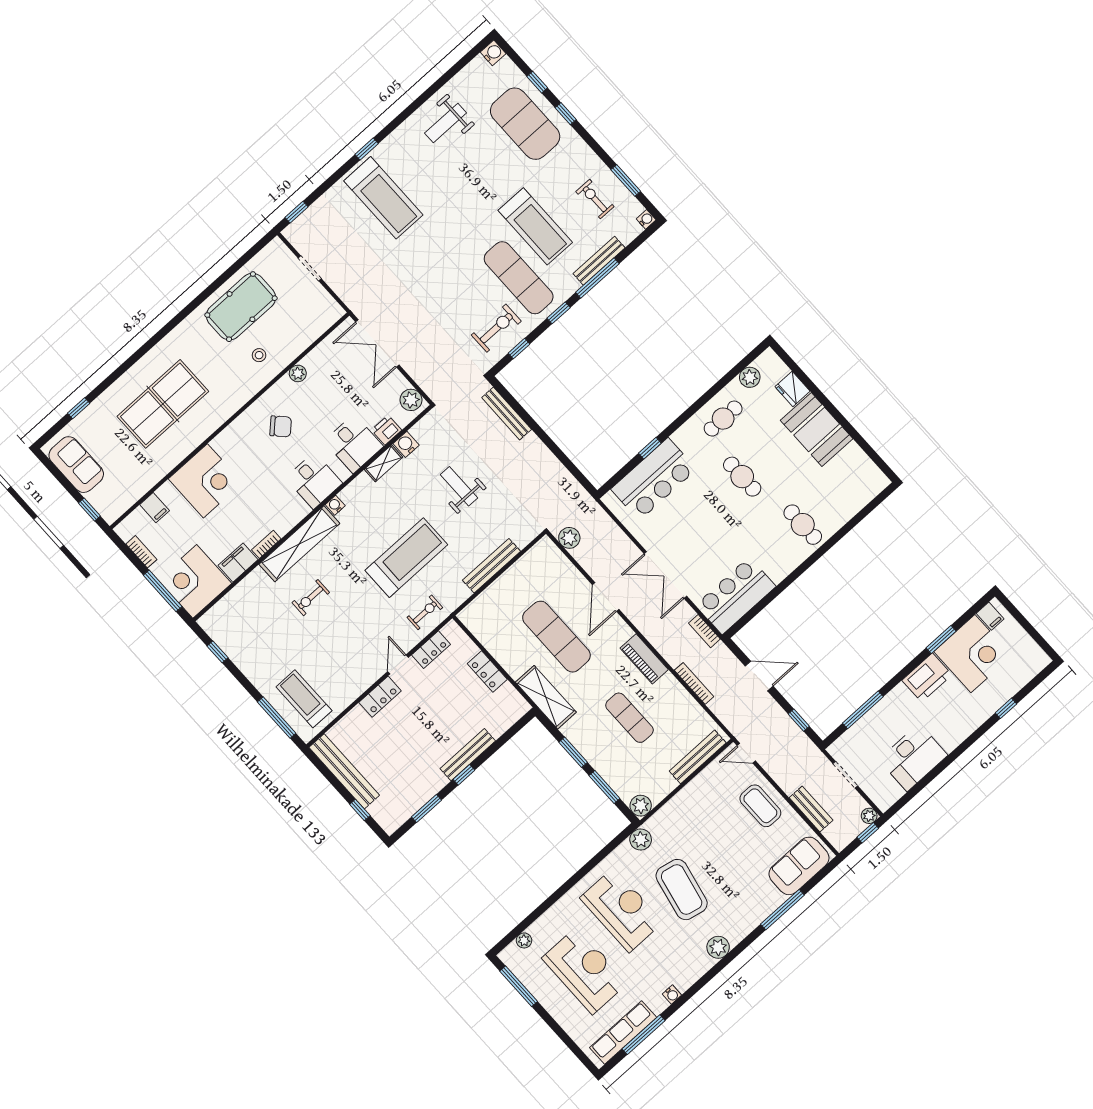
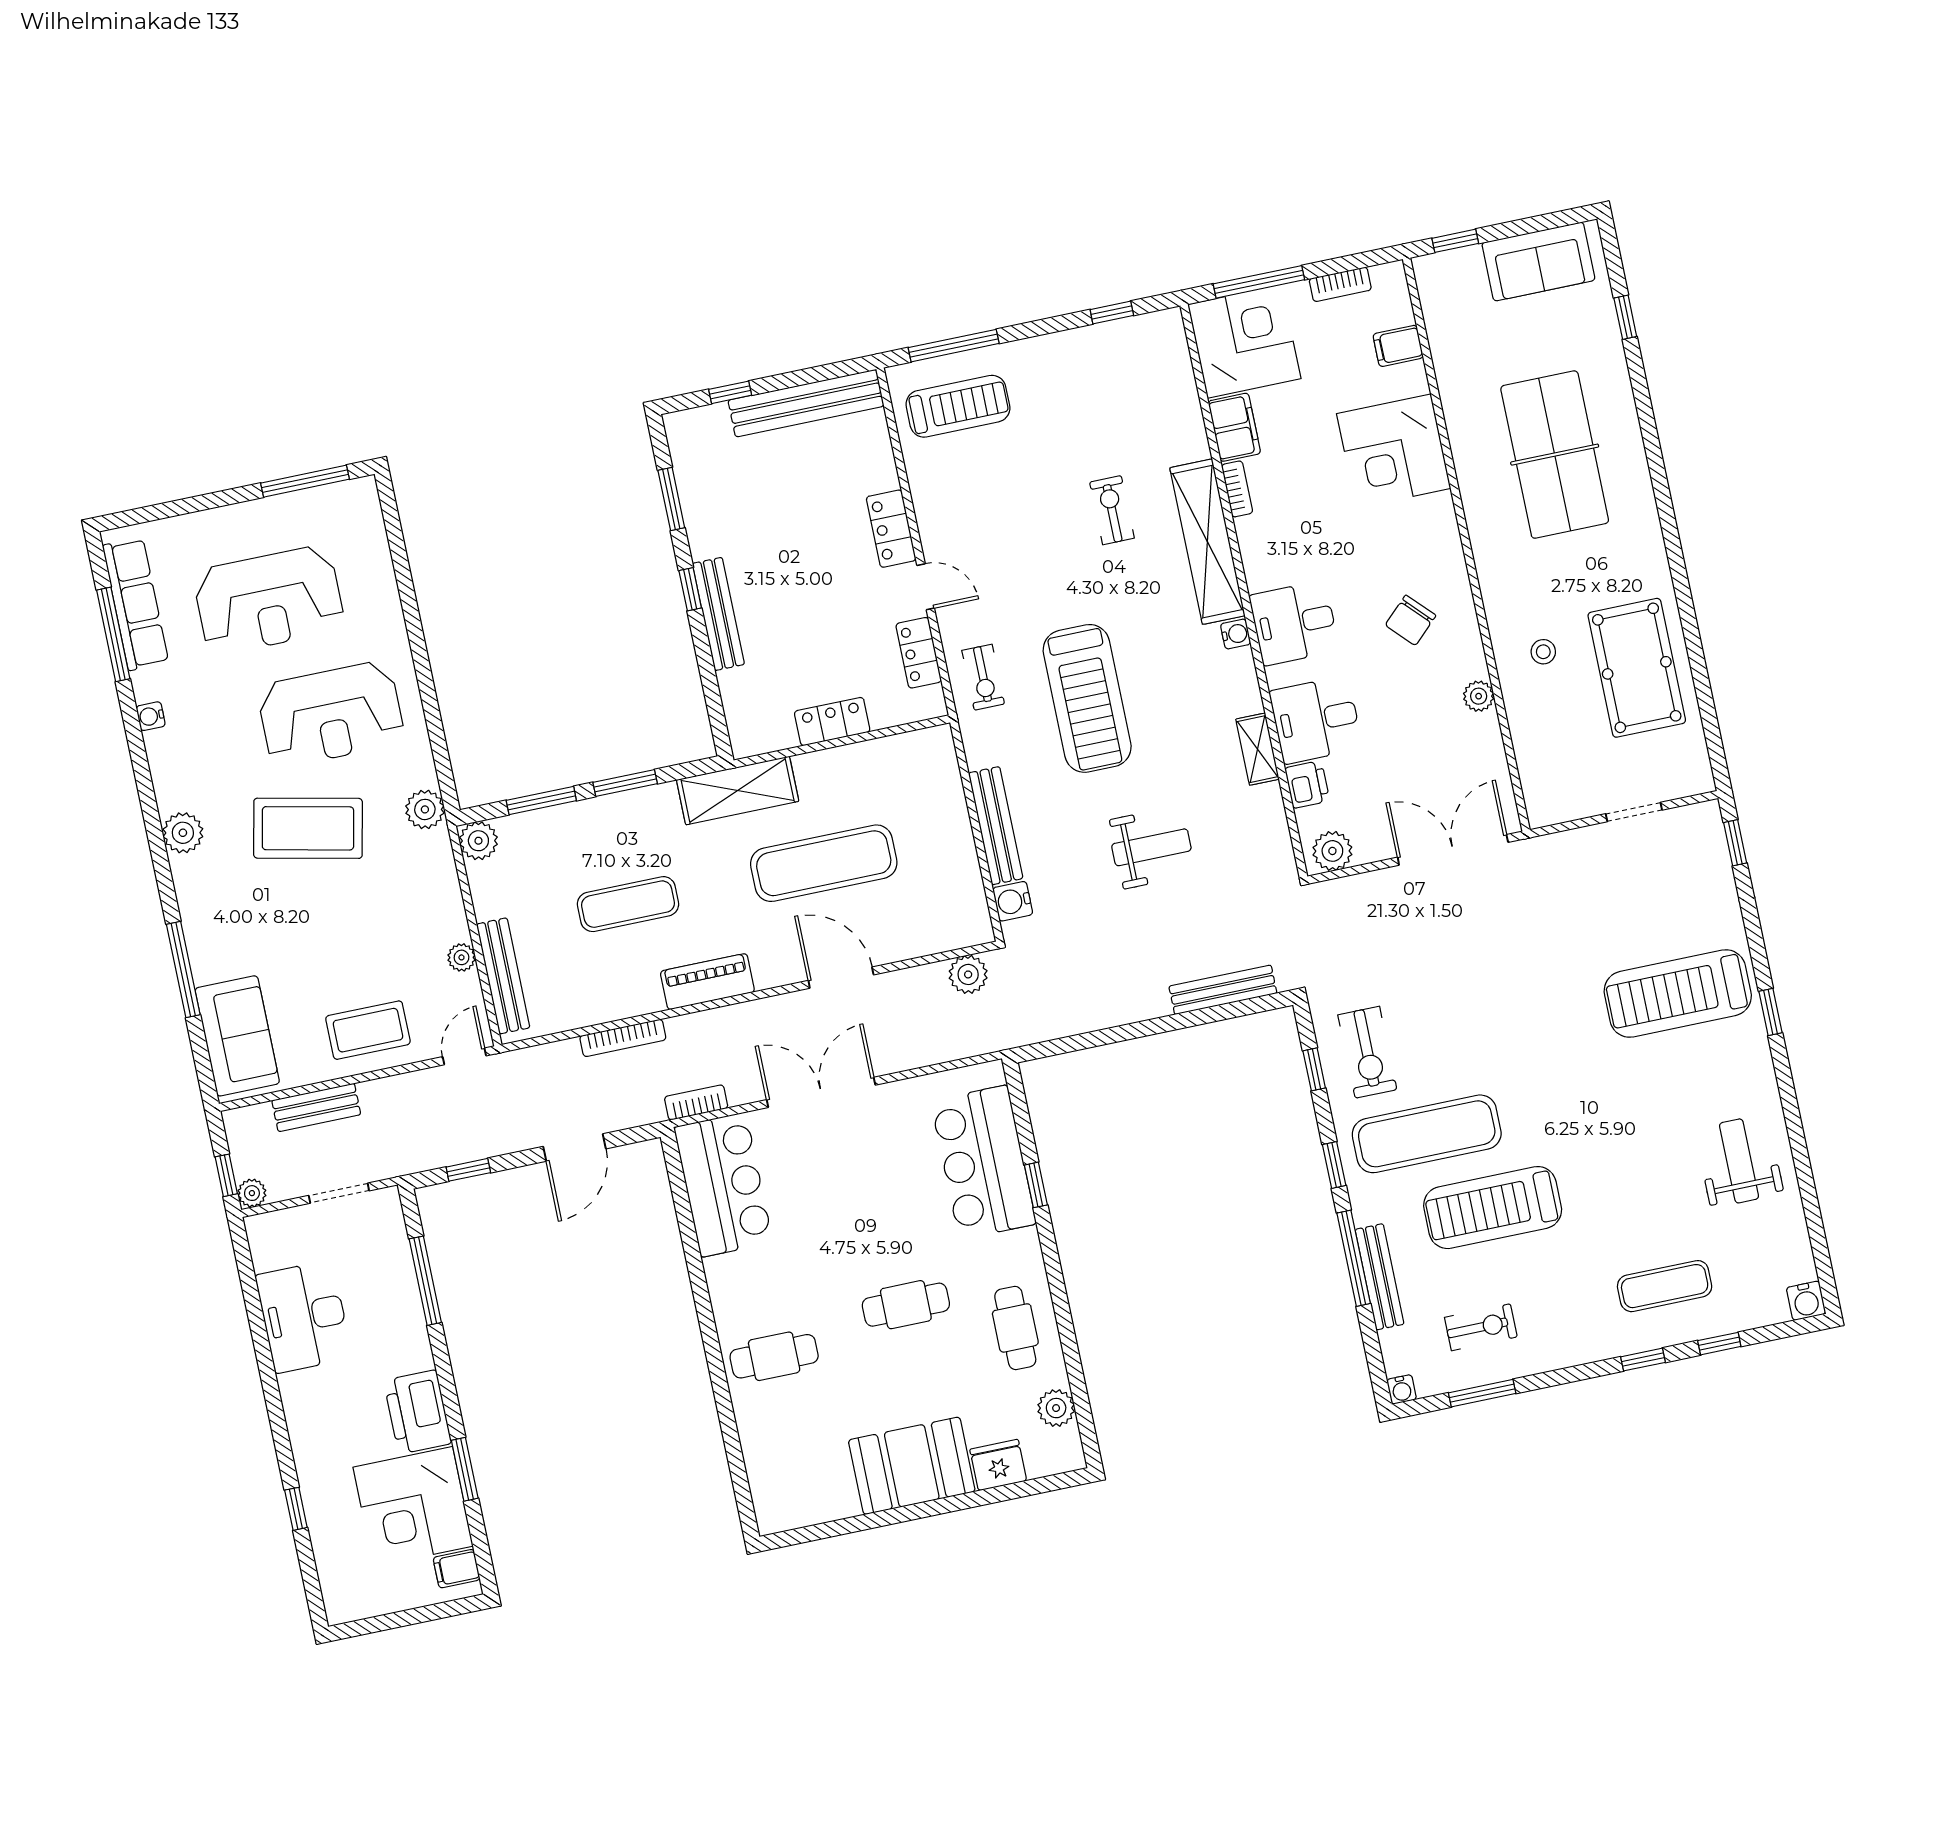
exercise mat: (525, 124) -> (1665, 1286), width x0.50, depth x0.69
water cooler: (406, 444) -> (1013, 901), moved, turned 180
plant: (524, 940) -> (461, 957), moved

